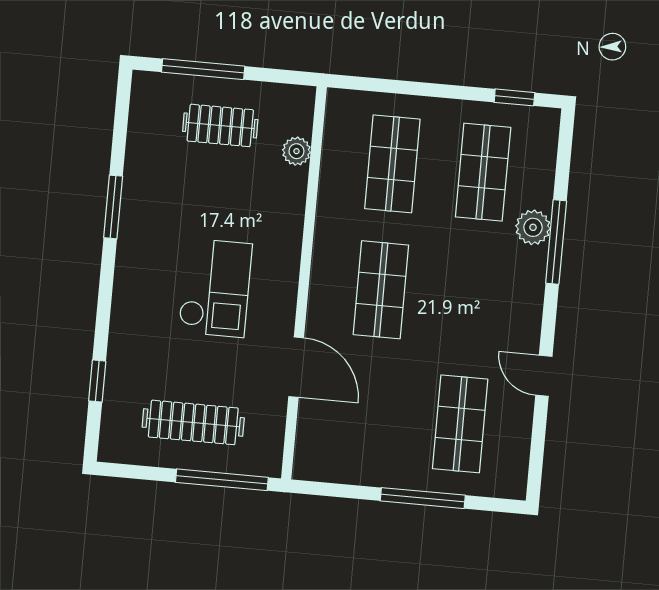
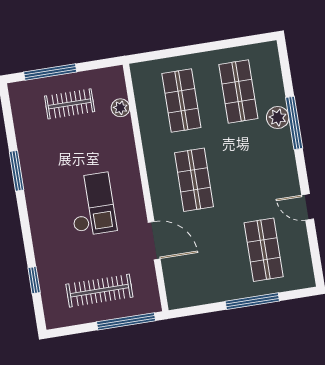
window: (514, 97) -> (246, 41), removed

